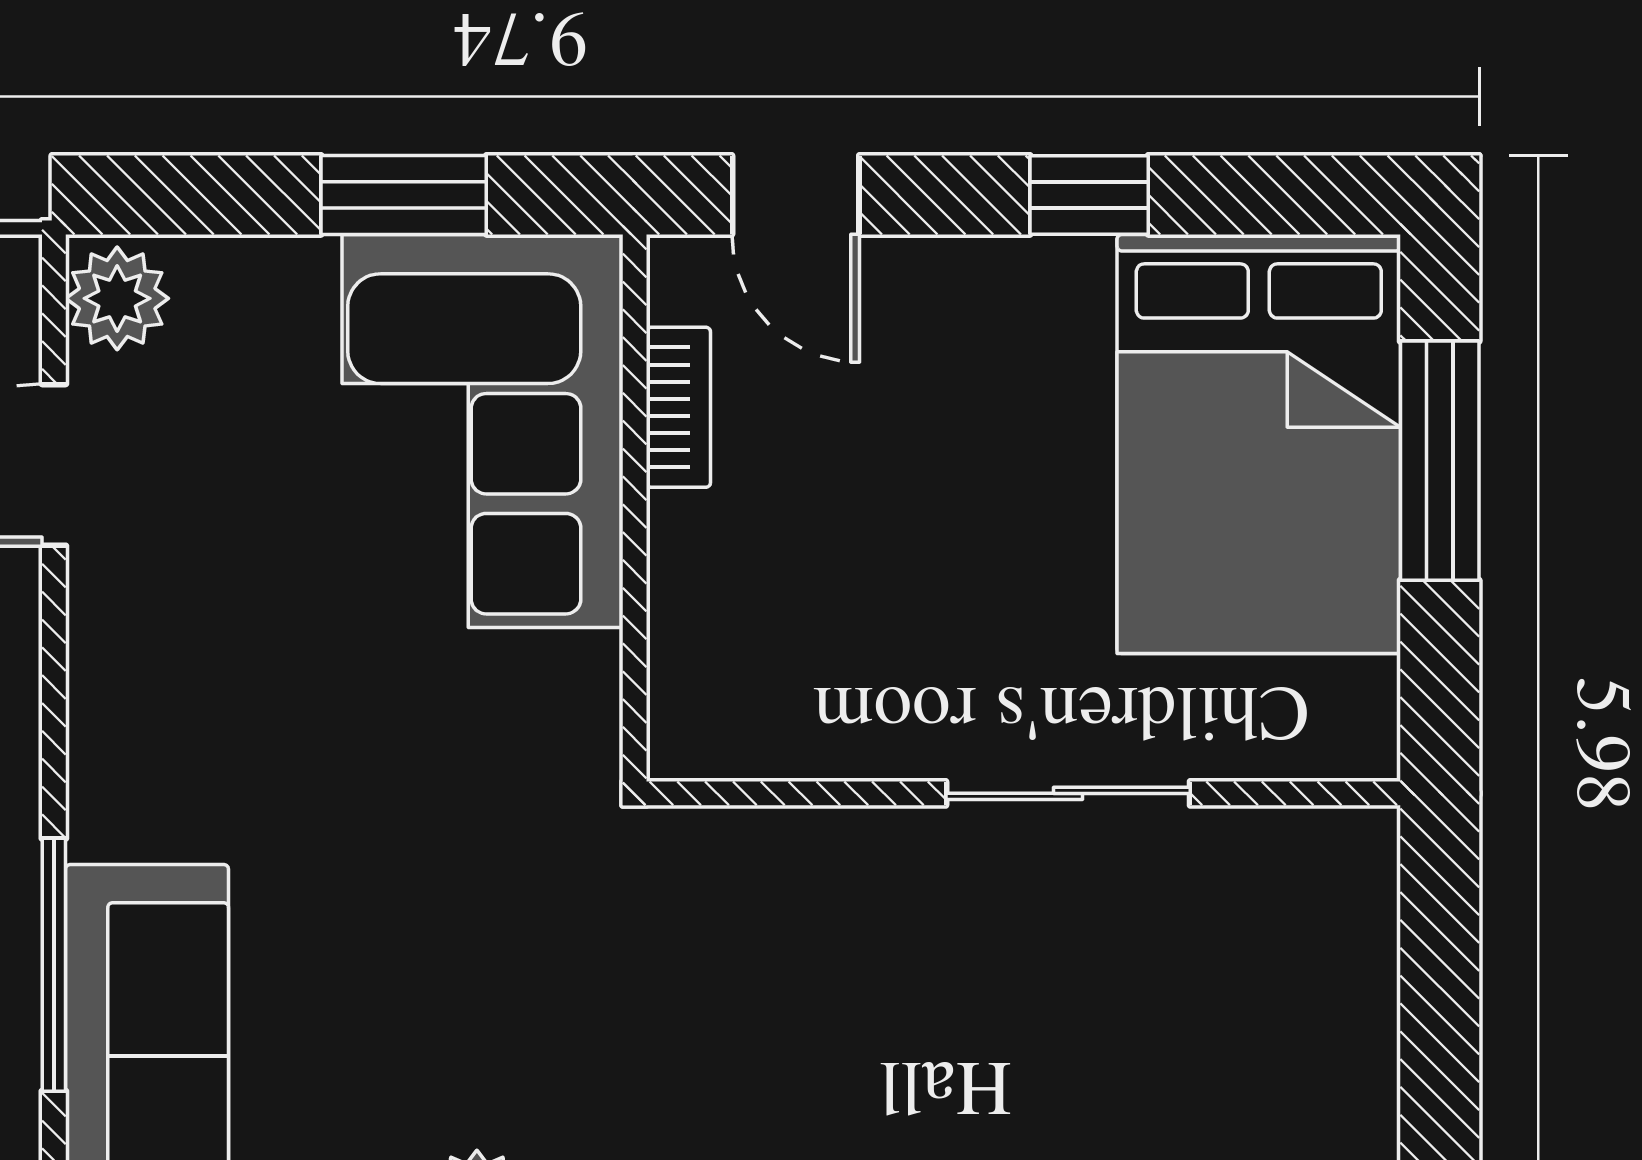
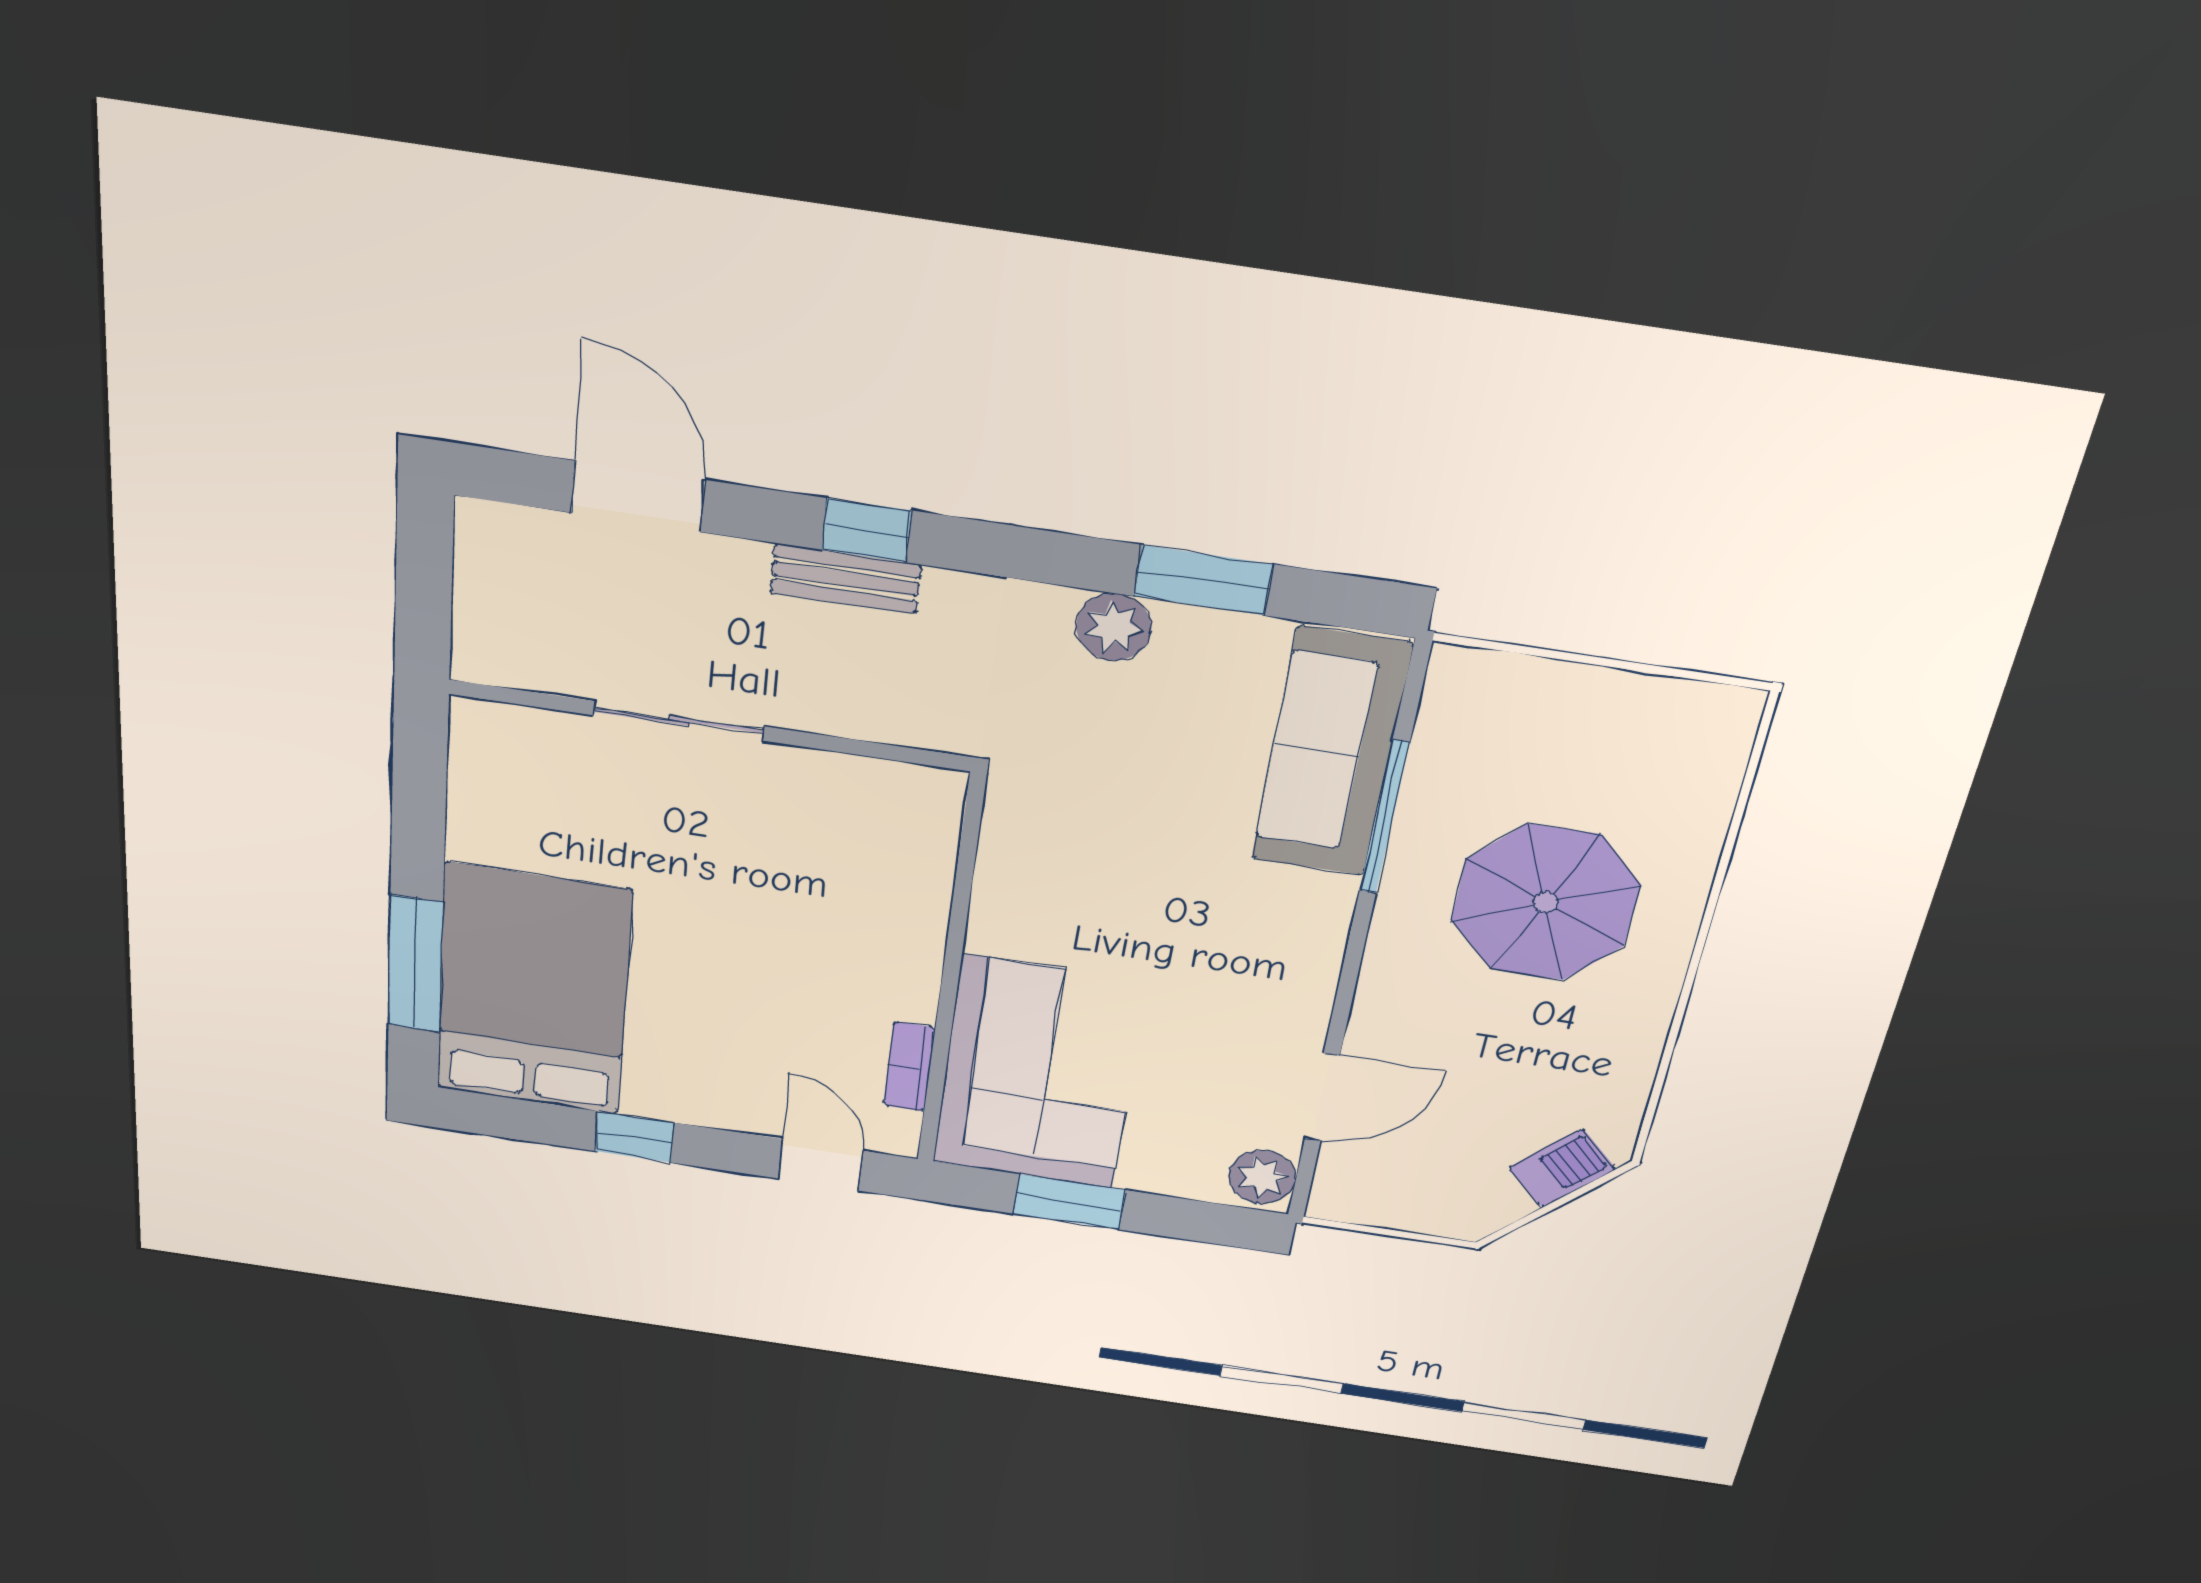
wall: (1023, 793) -> (710, 725), moved
sliding door: (1068, 793) -> (679, 721), moved

